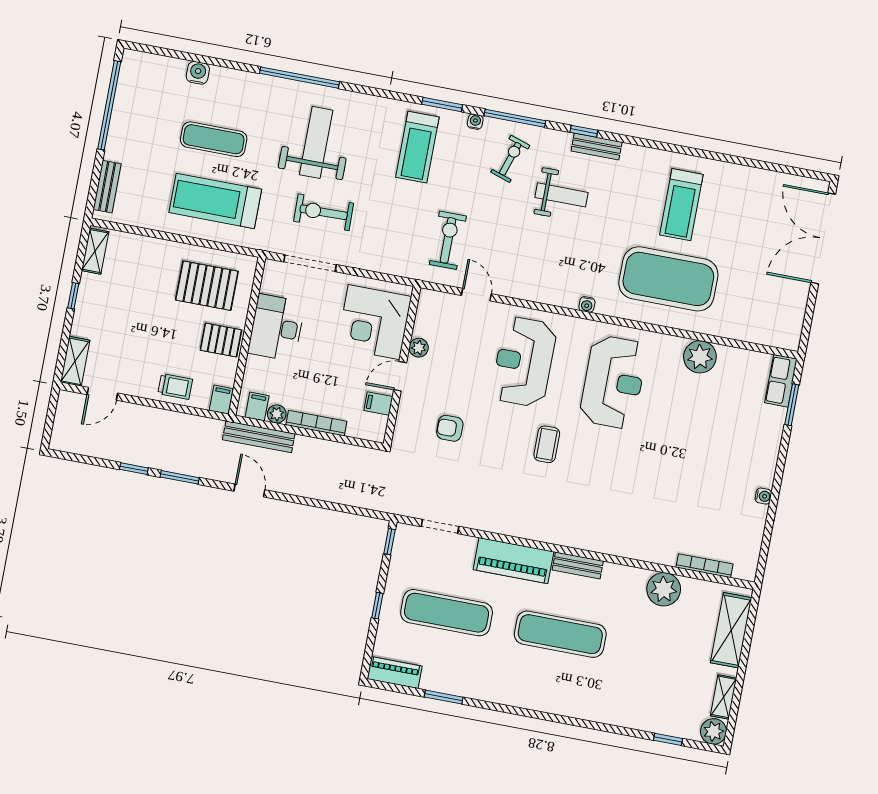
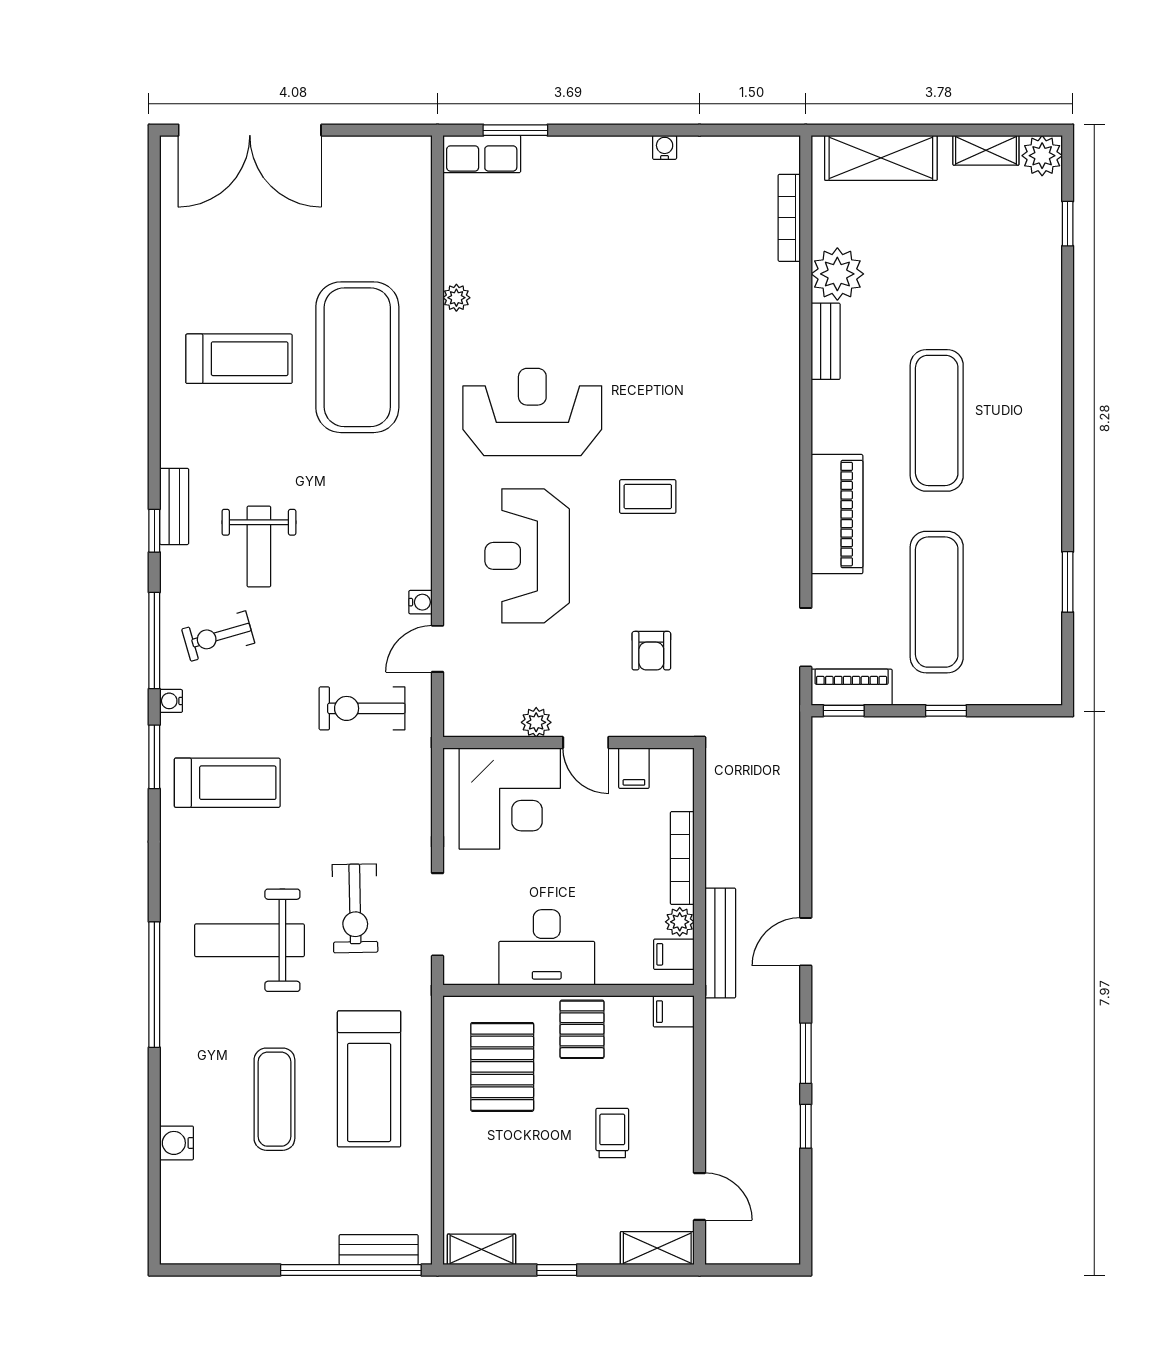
window: (109, 105) -> (351, 1270), moved
exercise bike: (510, 159) -> (218, 636), turned -34
weight bench: (561, 195) -> (259, 546), turned 180
water cooler: (587, 304) -> (421, 602), moved
plant: (700, 357) -> (456, 298), width x0.53, depth x0.53
reception desk: (524, 362) -> (527, 556), turned 90
trolley: (175, 386) -> (612, 1133), moved
bench: (578, 565) -> (826, 341), moved
piano: (395, 673) -> (852, 687), moved, turned 90

